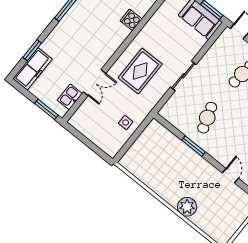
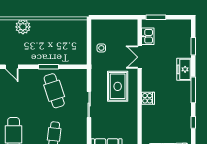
cooker: (131, 20) -> (148, 98), moved
freezer: (33, 69) -> (184, 69), moved, width x0.71
cafe table: (207, 118) -> (54, 91), width x1.37, depth x1.35

